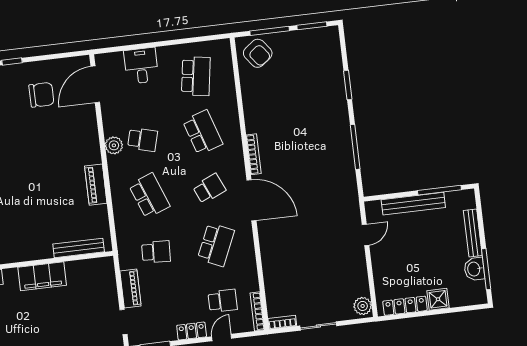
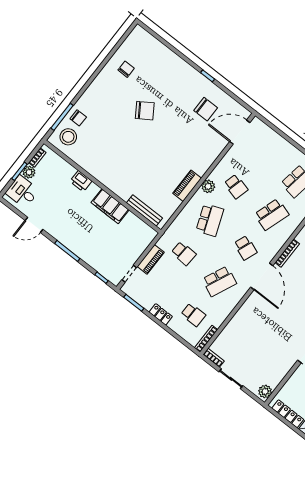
desk: (141, 66) -> (274, 146), removed
school desk: (203, 132) -> (272, 214), turned 36
plant: (114, 145) -> (208, 186), moved
school desk: (209, 188) -> (245, 248), turned 45
door: (222, 337) -> (173, 334), removed

